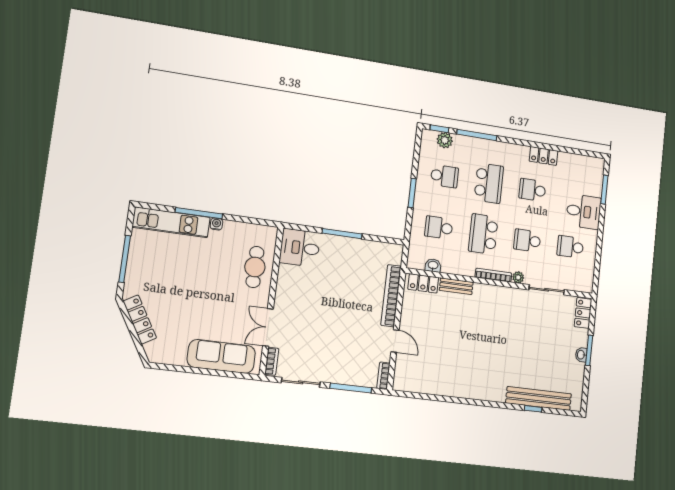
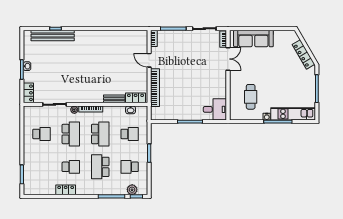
desk: (584, 212) -> (35, 158), removed
school desk: (527, 241) -> (71, 134), width x1.85
cafe table: (255, 267) -> (251, 97), moved

